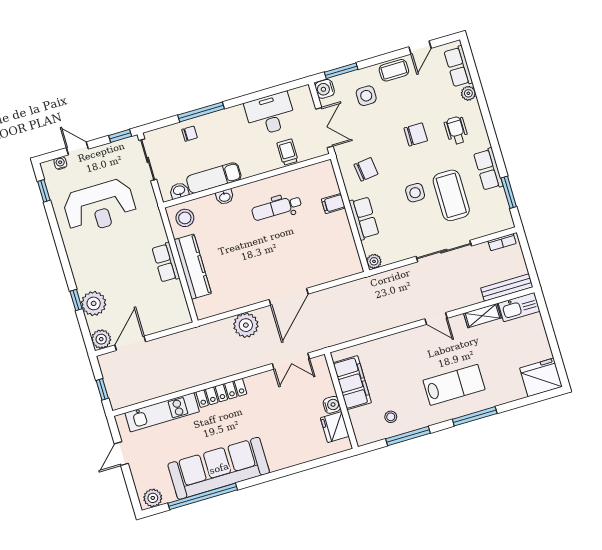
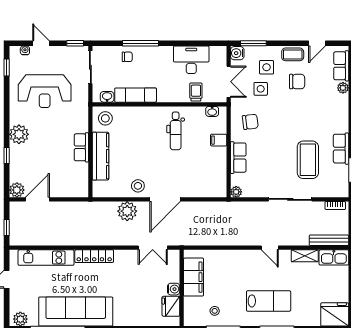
wheelchair: (456, 130) -> (326, 113), removed
chair: (416, 134) -> (297, 82), moved
side table: (415, 193) -> (261, 89), moved
washbasin: (225, 197) -> (212, 111), moved
dental chair: (277, 208) -> (176, 131), turned -90
stool: (250, 290) -> (138, 186), added
plant: (94, 303) -> (19, 134), moved

